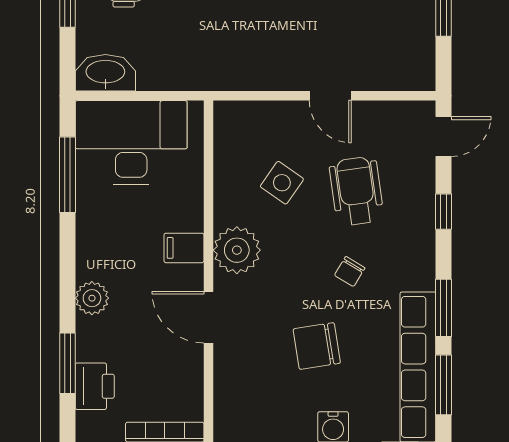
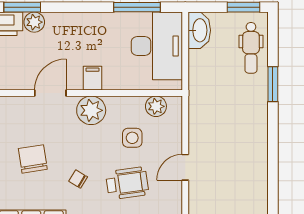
plant: (230, 144) -> (156, 106), added
side table: (282, 183) -> (132, 138), turned -35
plant: (92, 298) -> (34, 22), moved

